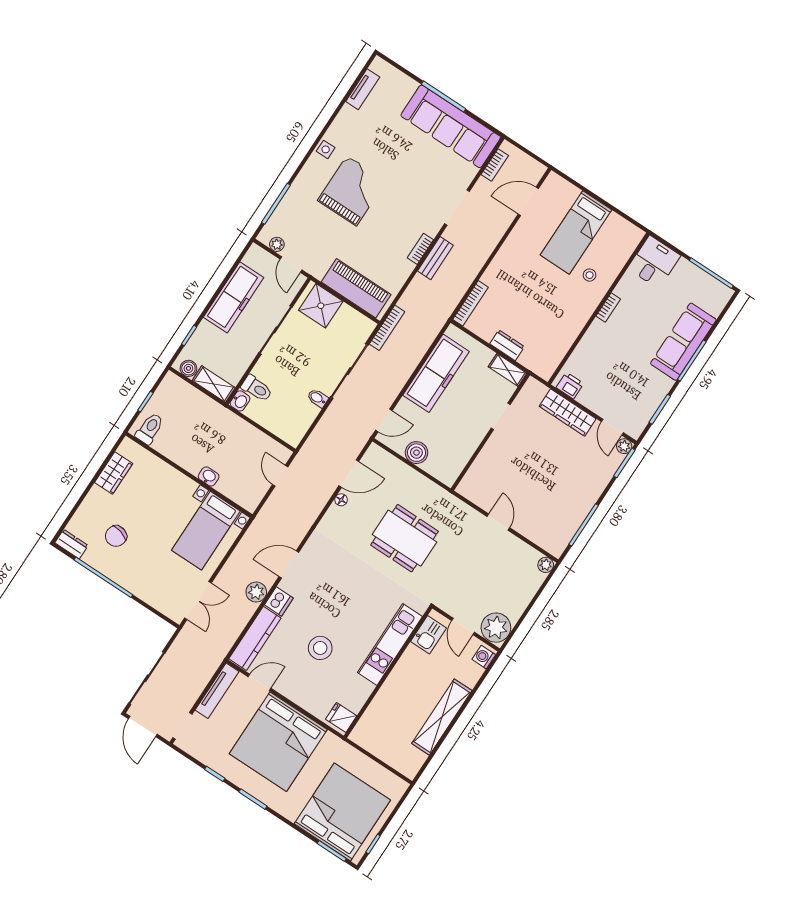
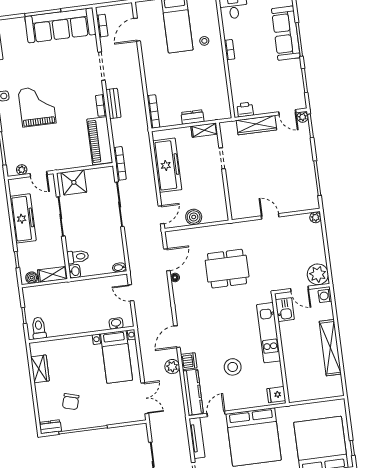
piano: (356, 288) -> (100, 141), moved, turned -90
bidet: (318, 398) -> (119, 267), moved
washbasin: (209, 476) -> (116, 323), moved

